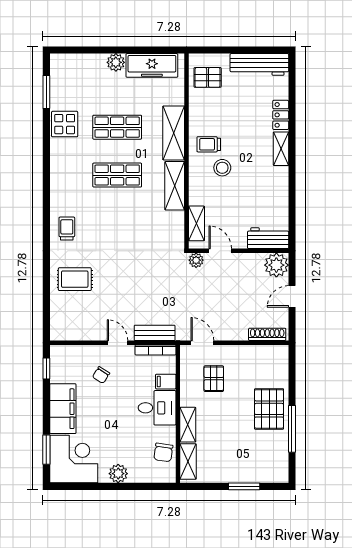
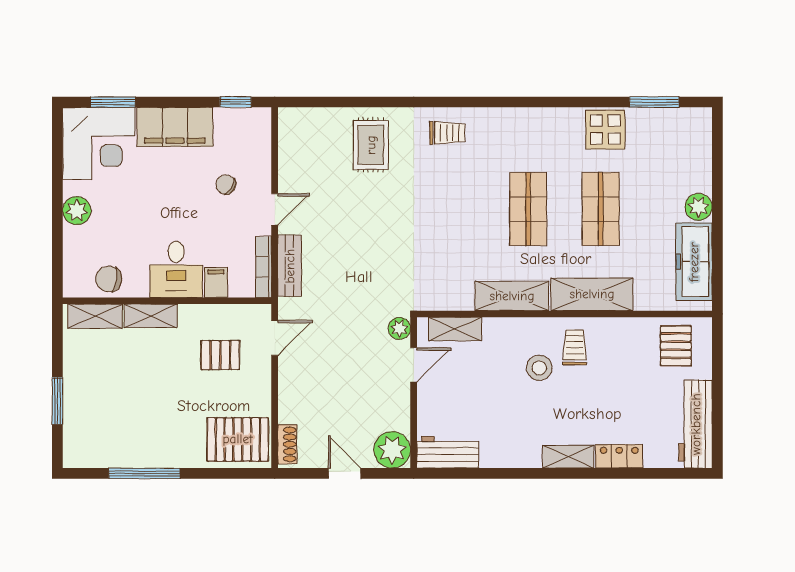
workbench: (268, 238) -> (448, 452), moved, turned -90
shoe rack: (267, 334) -> (287, 444), width x0.70
pallet: (269, 409) -> (238, 439), moved

